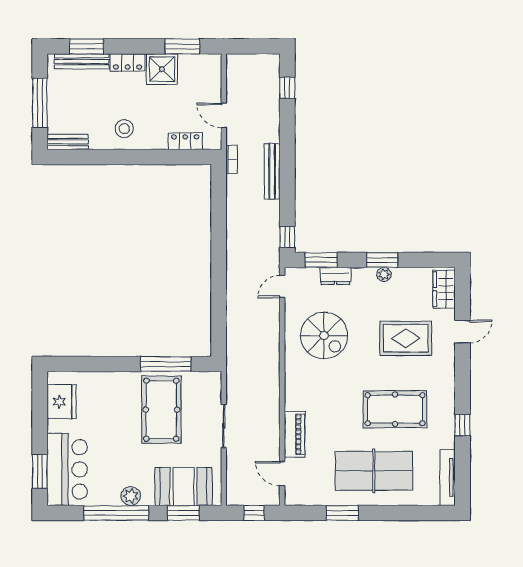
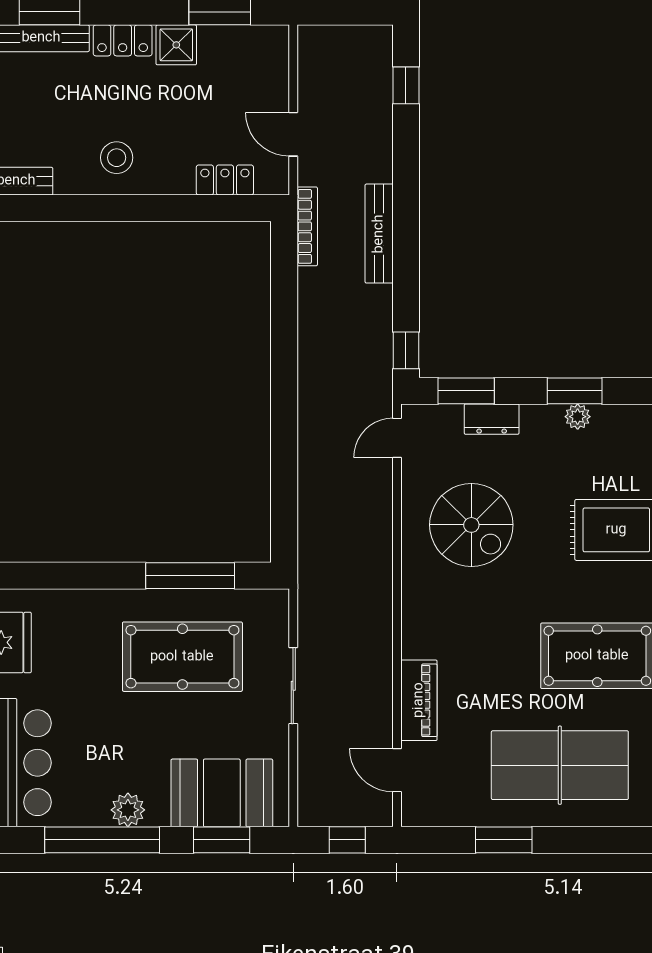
shower: (162, 69) -> (176, 45), width x0.73, depth x0.73
bookcase: (232, 159) -> (307, 226), width x1.56
pool table: (161, 410) -> (182, 657), turned 90

